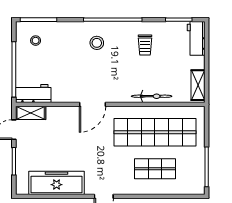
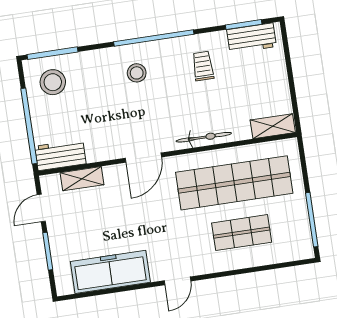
workbench: (196, 38) -> (252, 38), moved, turned -90
stool: (36, 41) -> (53, 82), width x1.89, depth x1.89
trolley: (145, 45) -> (203, 66), turned 180
shelving: (198, 85) -> (273, 126), moved, turned 90
bicycle: (152, 96) -> (204, 137), moved
shelving: (31, 113) -> (82, 179), moved

